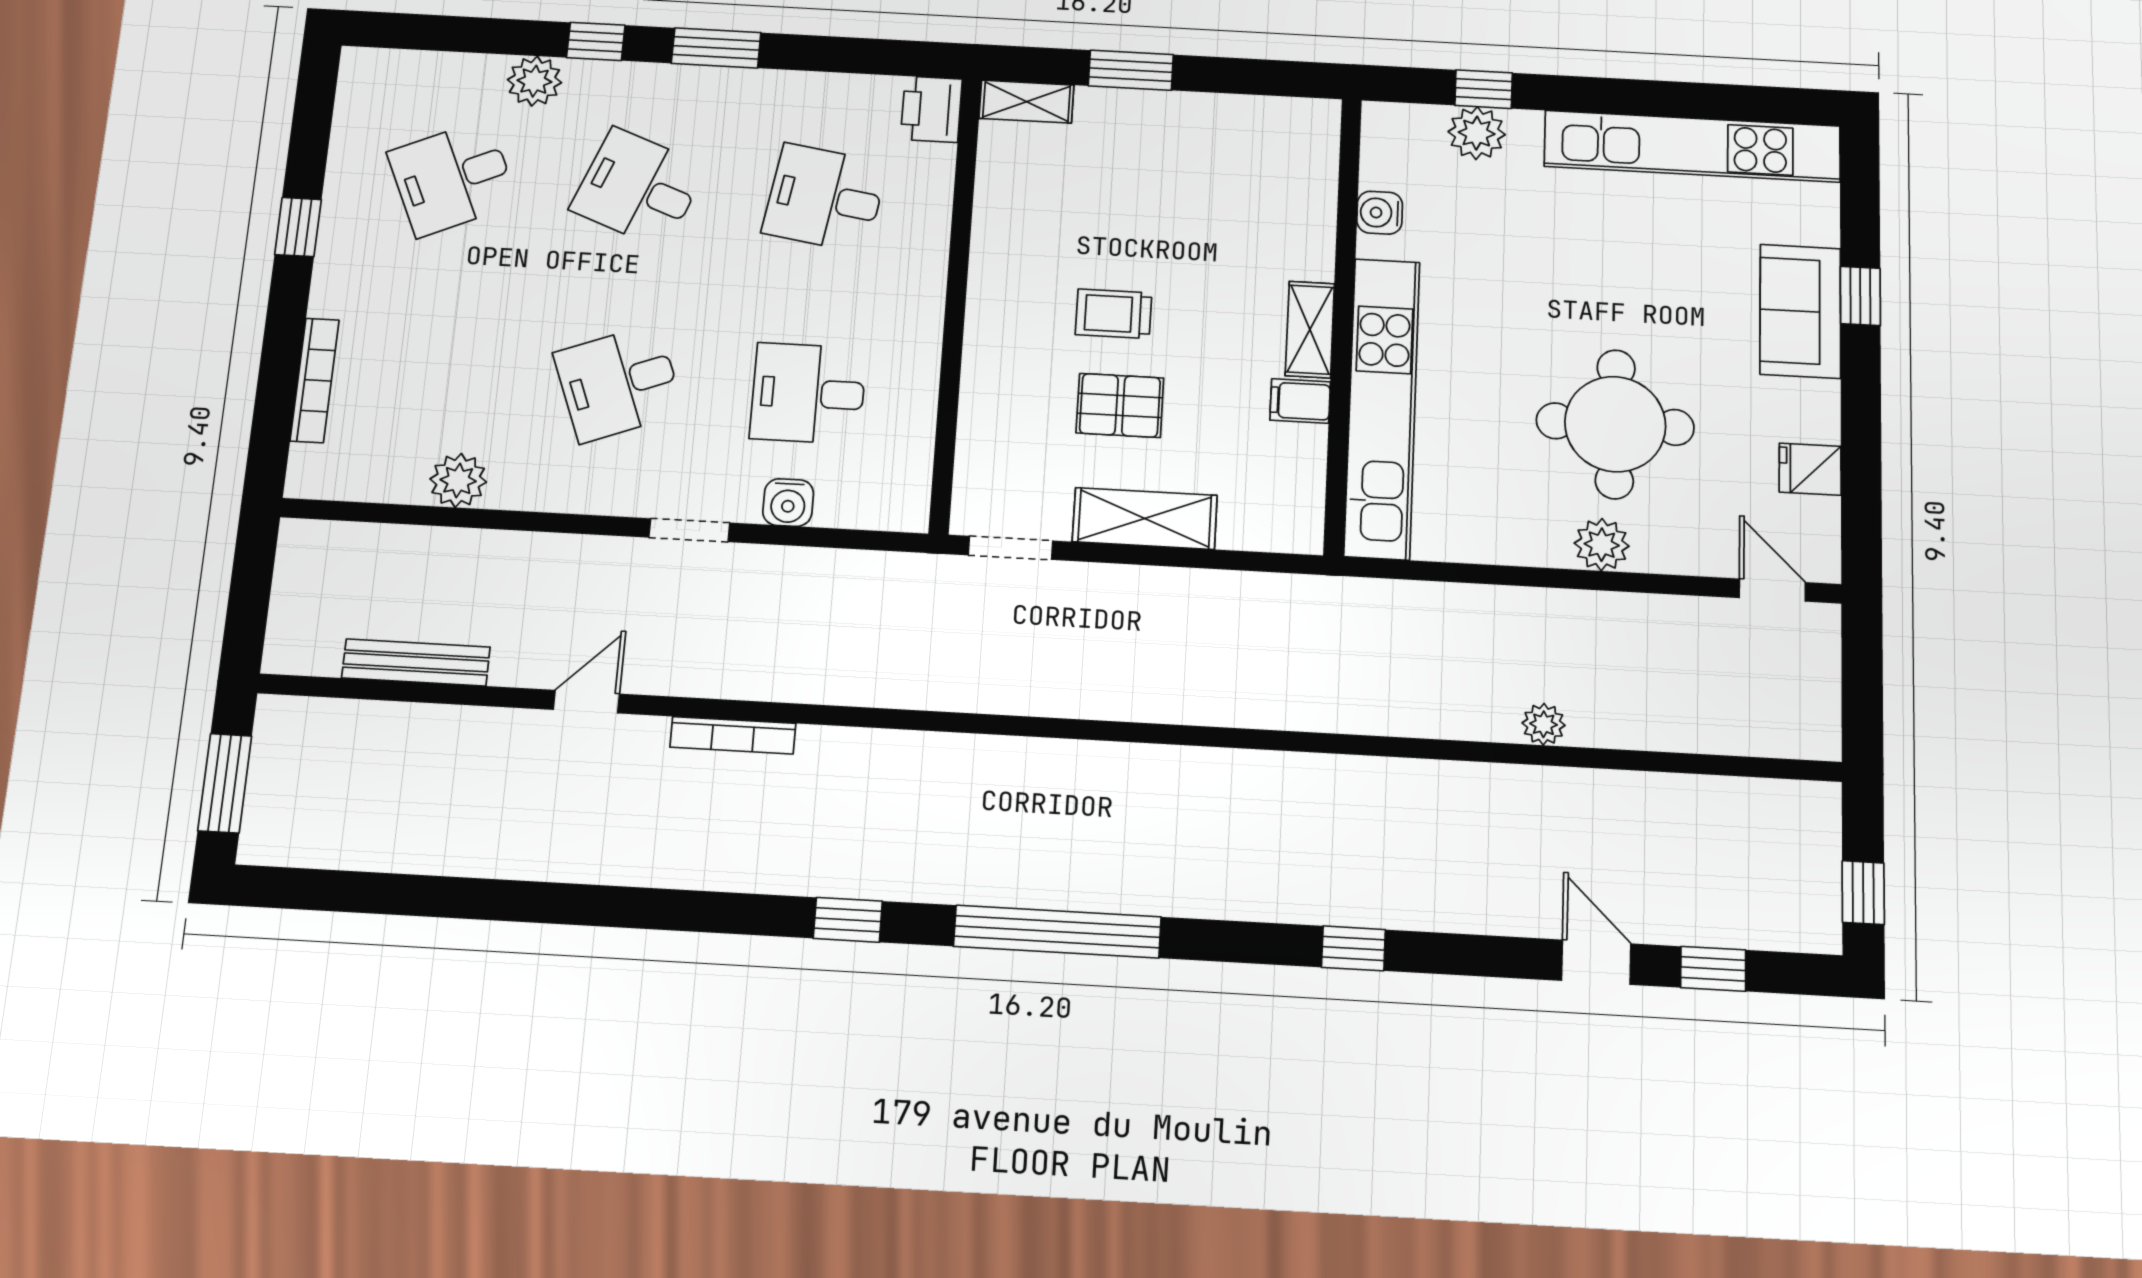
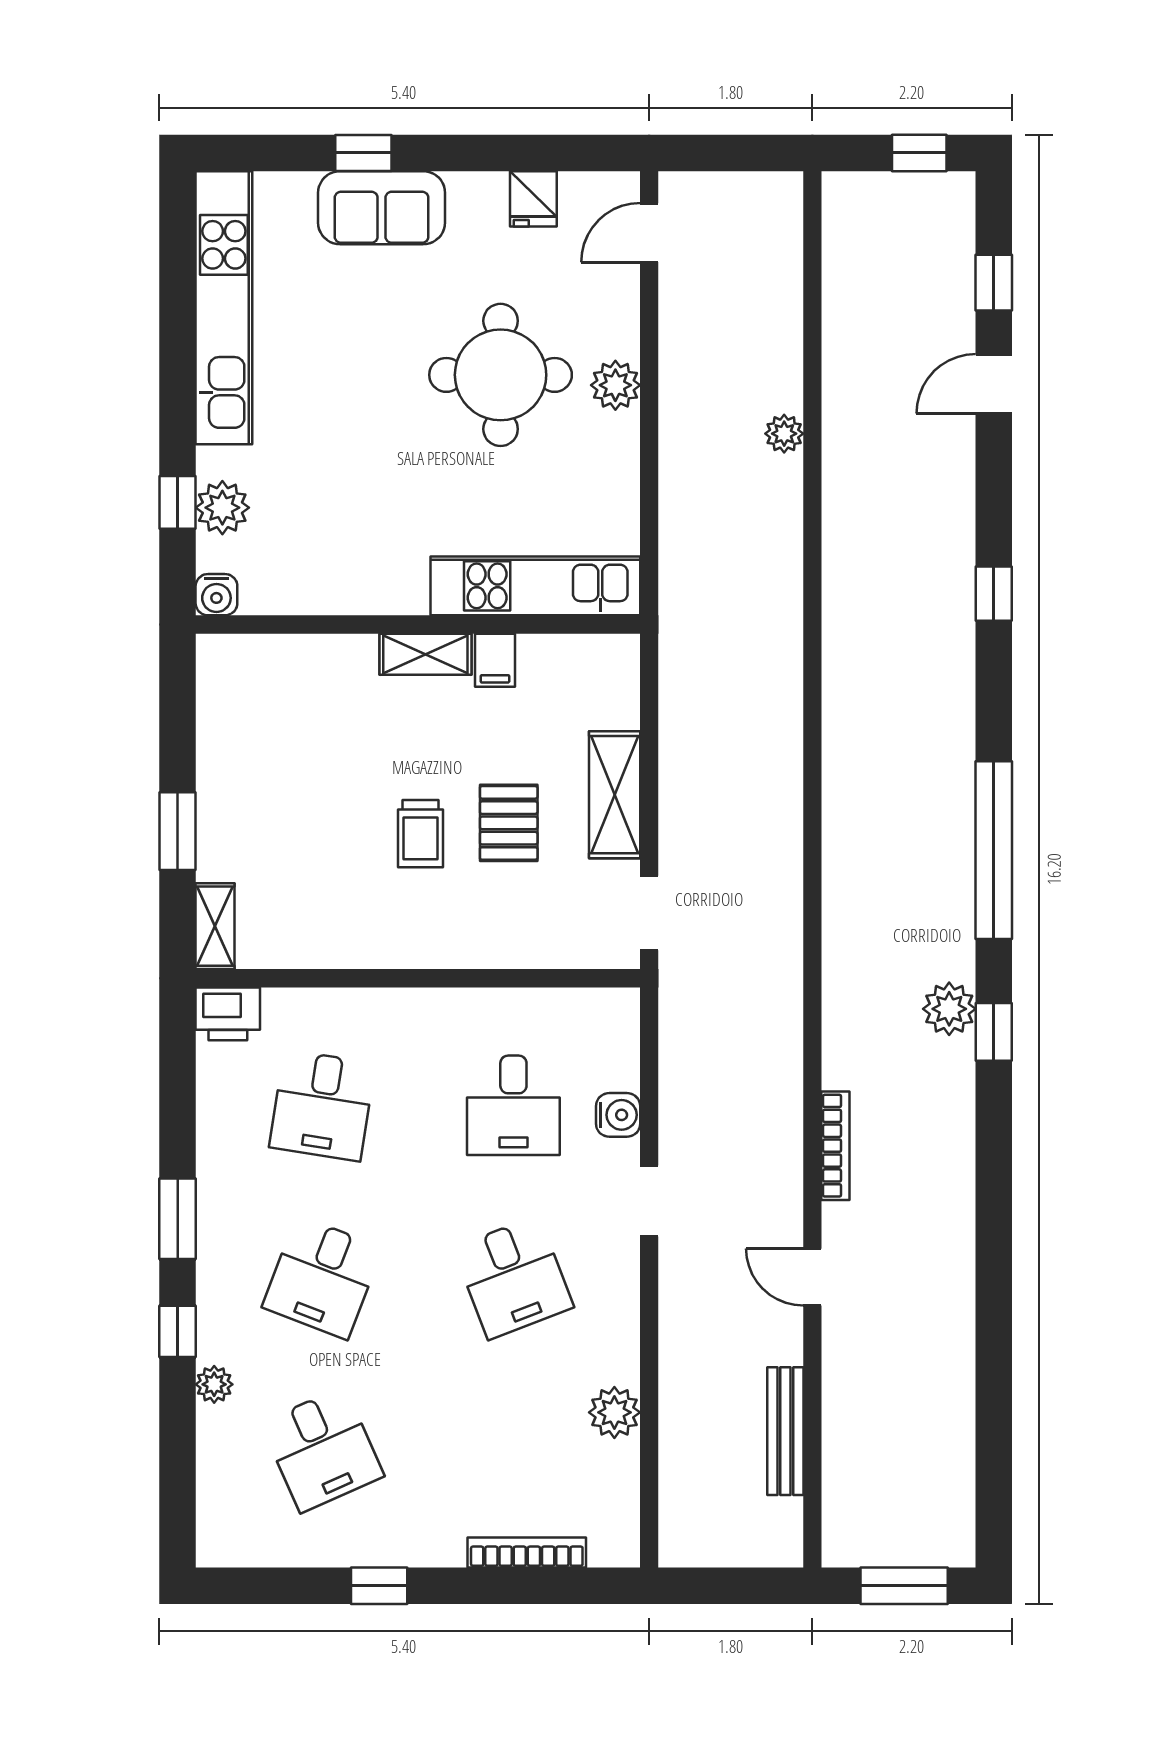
plant: (534, 81) -> (214, 1384), width x0.73, depth x0.73
water cooler: (1380, 213) -> (216, 595), moved
kitchen unit: (1382, 408) -> (535, 586), width x0.73
plant: (878, 871) -> (949, 1009), added

